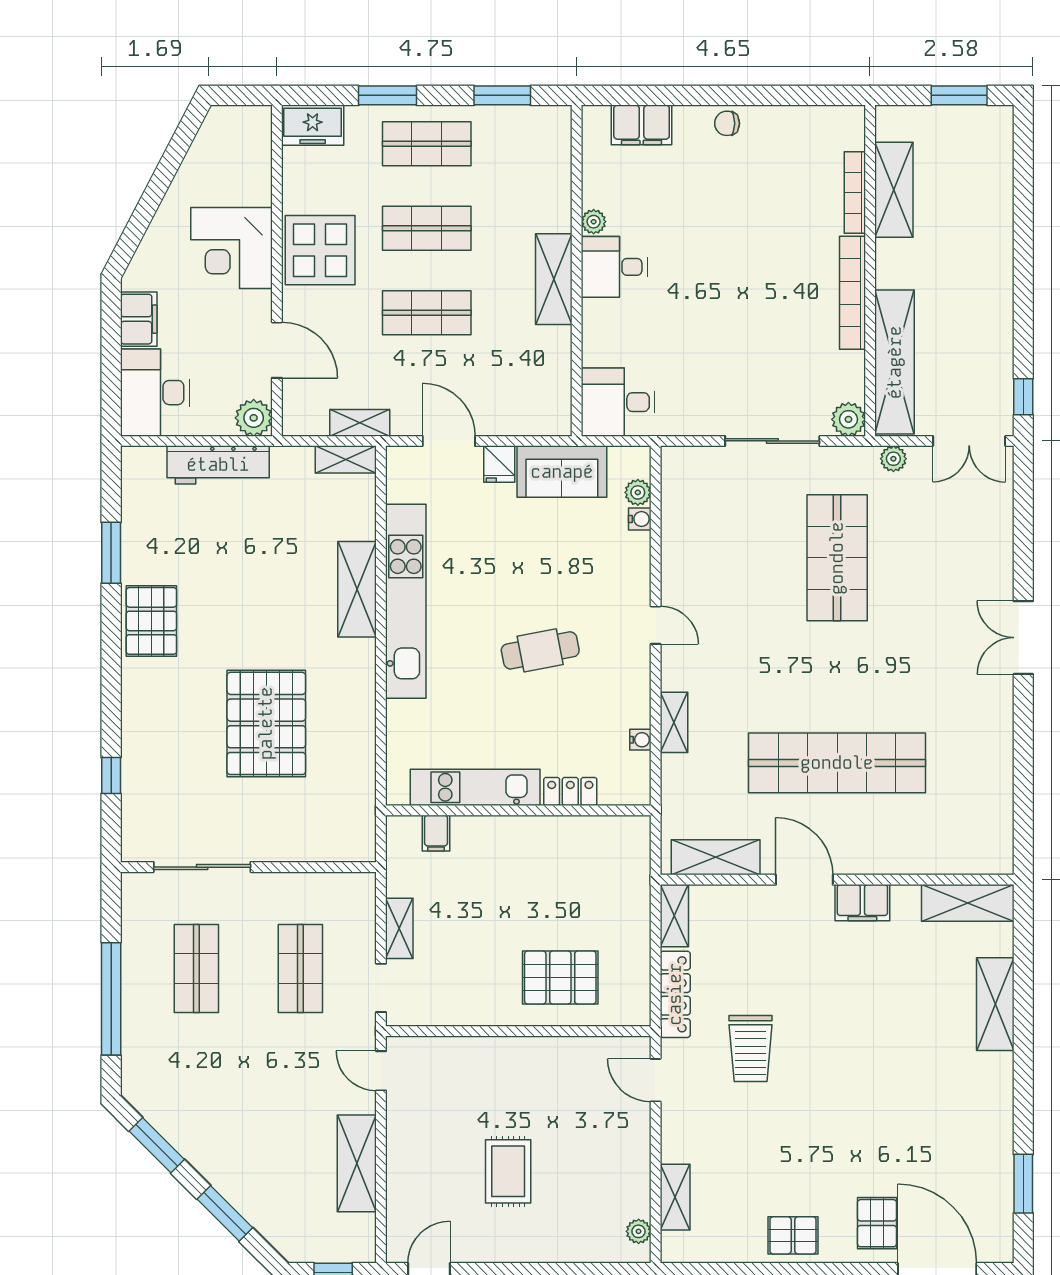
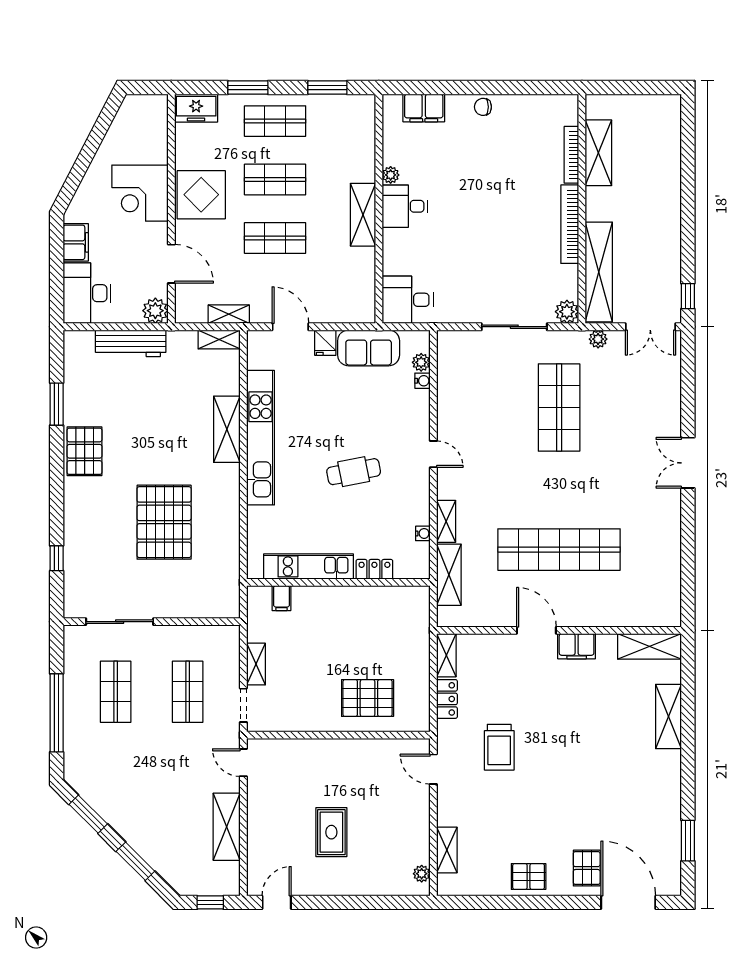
window: (959, 95) -> (643, 88), removed
shelving: (716, 857) -> (449, 575), moved, turned 90
locker: (675, 994) -> (447, 699), width x0.66

